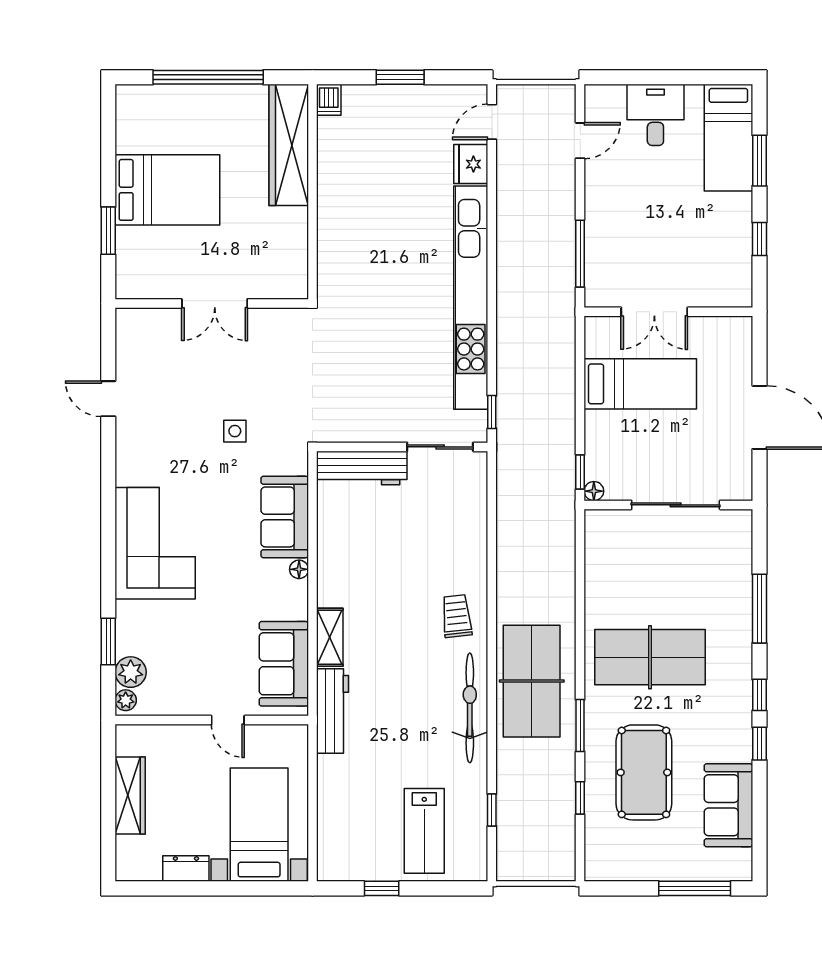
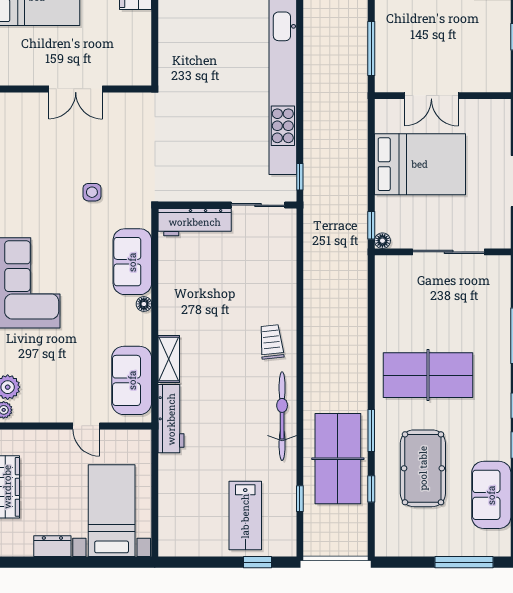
bed: (640, 384) -> (420, 164), width x1.50
table tennis table: (532, 681) -> (338, 459), moved
window: (382, 888) -> (258, 562), moved

